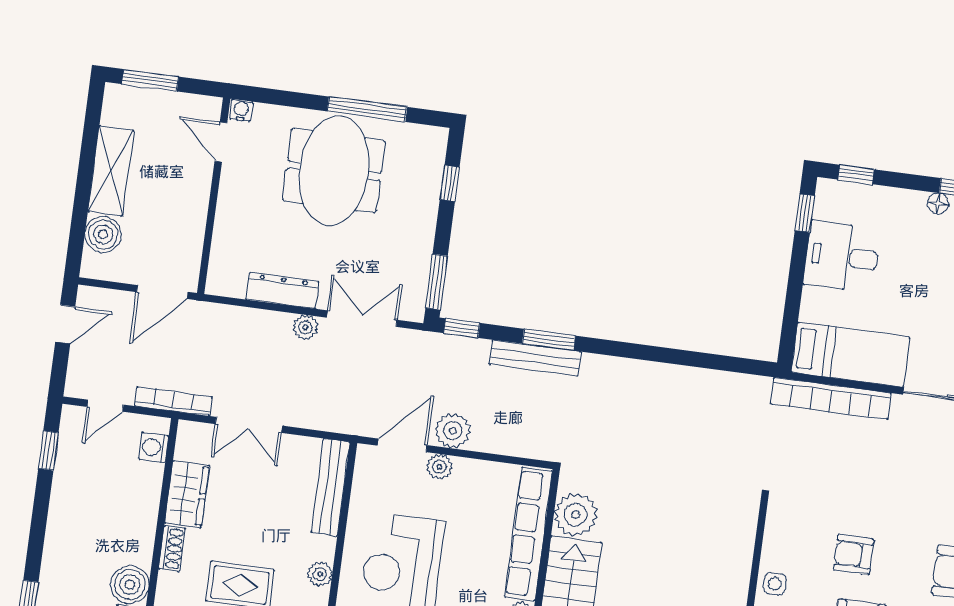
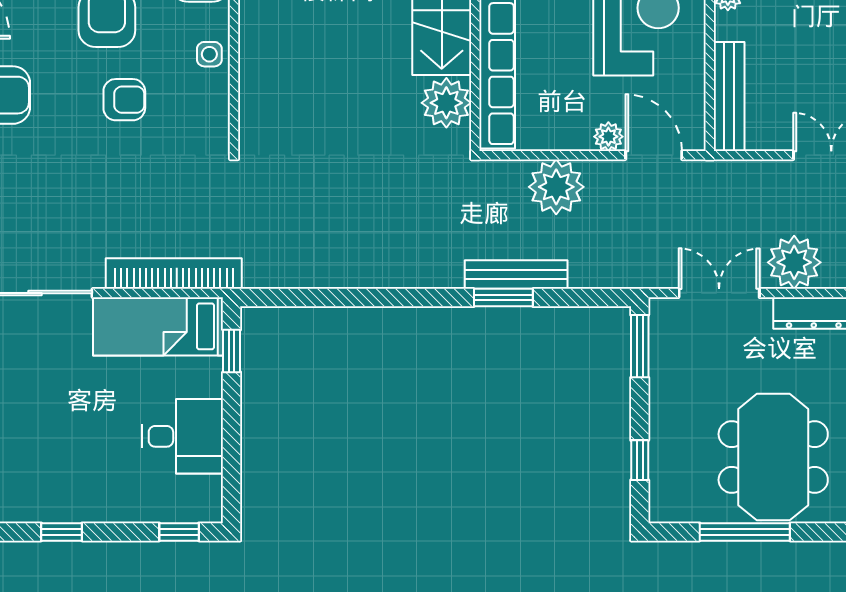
floor lamp: (938, 203) -> (82, 511), removed
window: (805, 213) -> (232, 351), moved
double door: (362, 319) -> (719, 293), swing flipped
plant: (305, 327) -> (794, 262), width x1.87, depth x1.87
window: (462, 328) -> (604, 298), removed
plant: (453, 431) -> (556, 187), moved, width x1.36, depth x1.36
door: (402, 445) -> (654, 155), swing flipped

